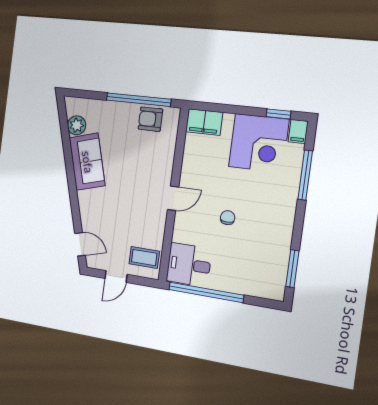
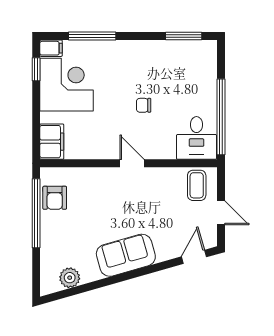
sofa: (87, 162) -> (126, 255), moved

